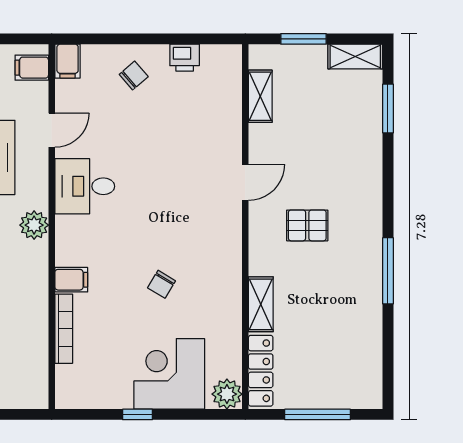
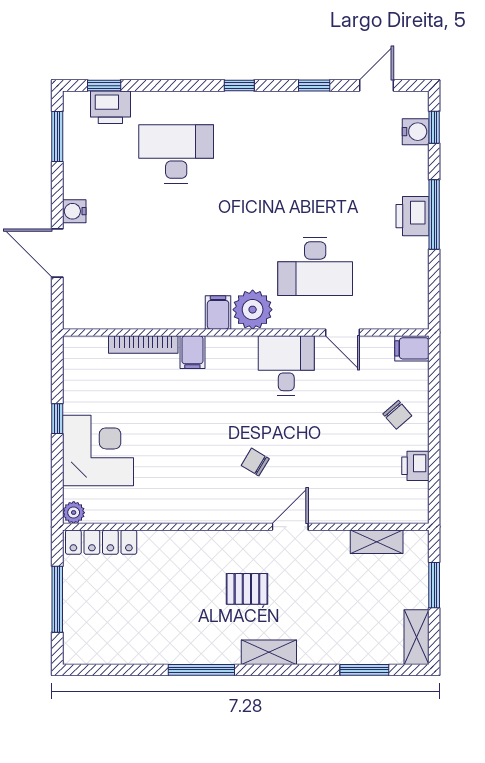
filing cabinet: (32, 68) -> (218, 312), moved
door: (245, 182) -> (290, 527), swing flipped
plant: (34, 225) -> (253, 310), width x1.36, depth x1.36
pallet: (307, 225) -> (247, 589), turned 90
chair: (162, 284) -> (255, 462), moved
shelving: (261, 304) -> (269, 652), moved
plant: (227, 394) -> (74, 513), width x0.73, depth x0.73

